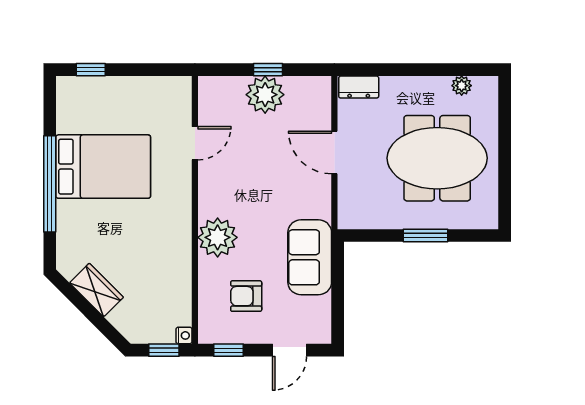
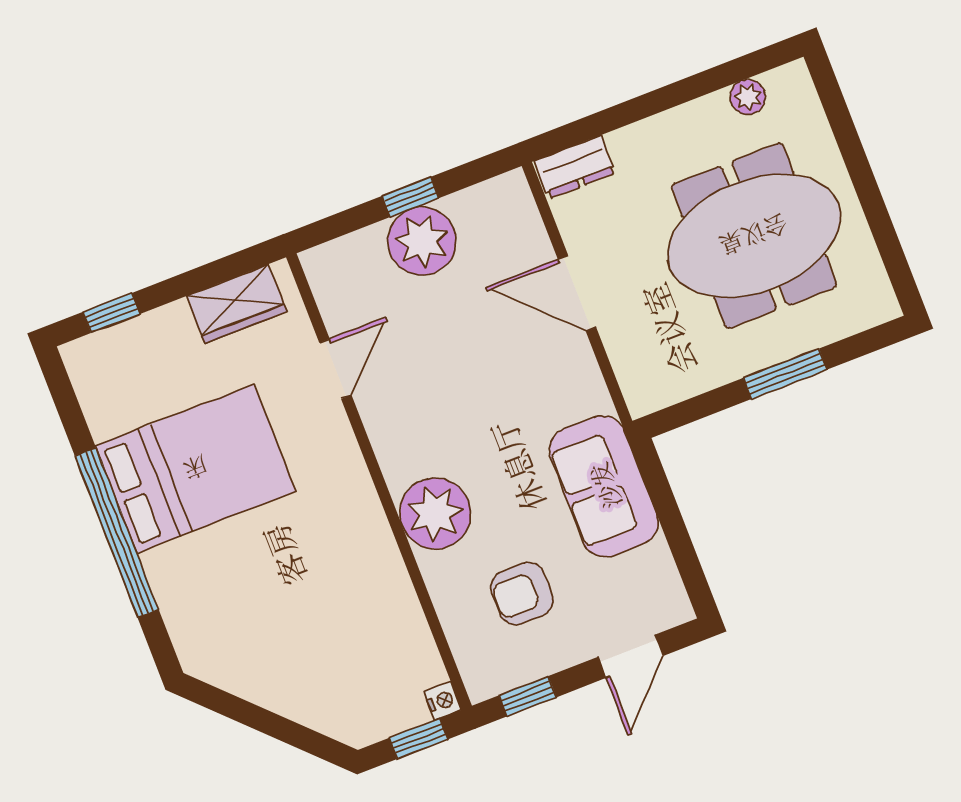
wardrobe: (96, 290) -> (237, 304), moved, turned 135

